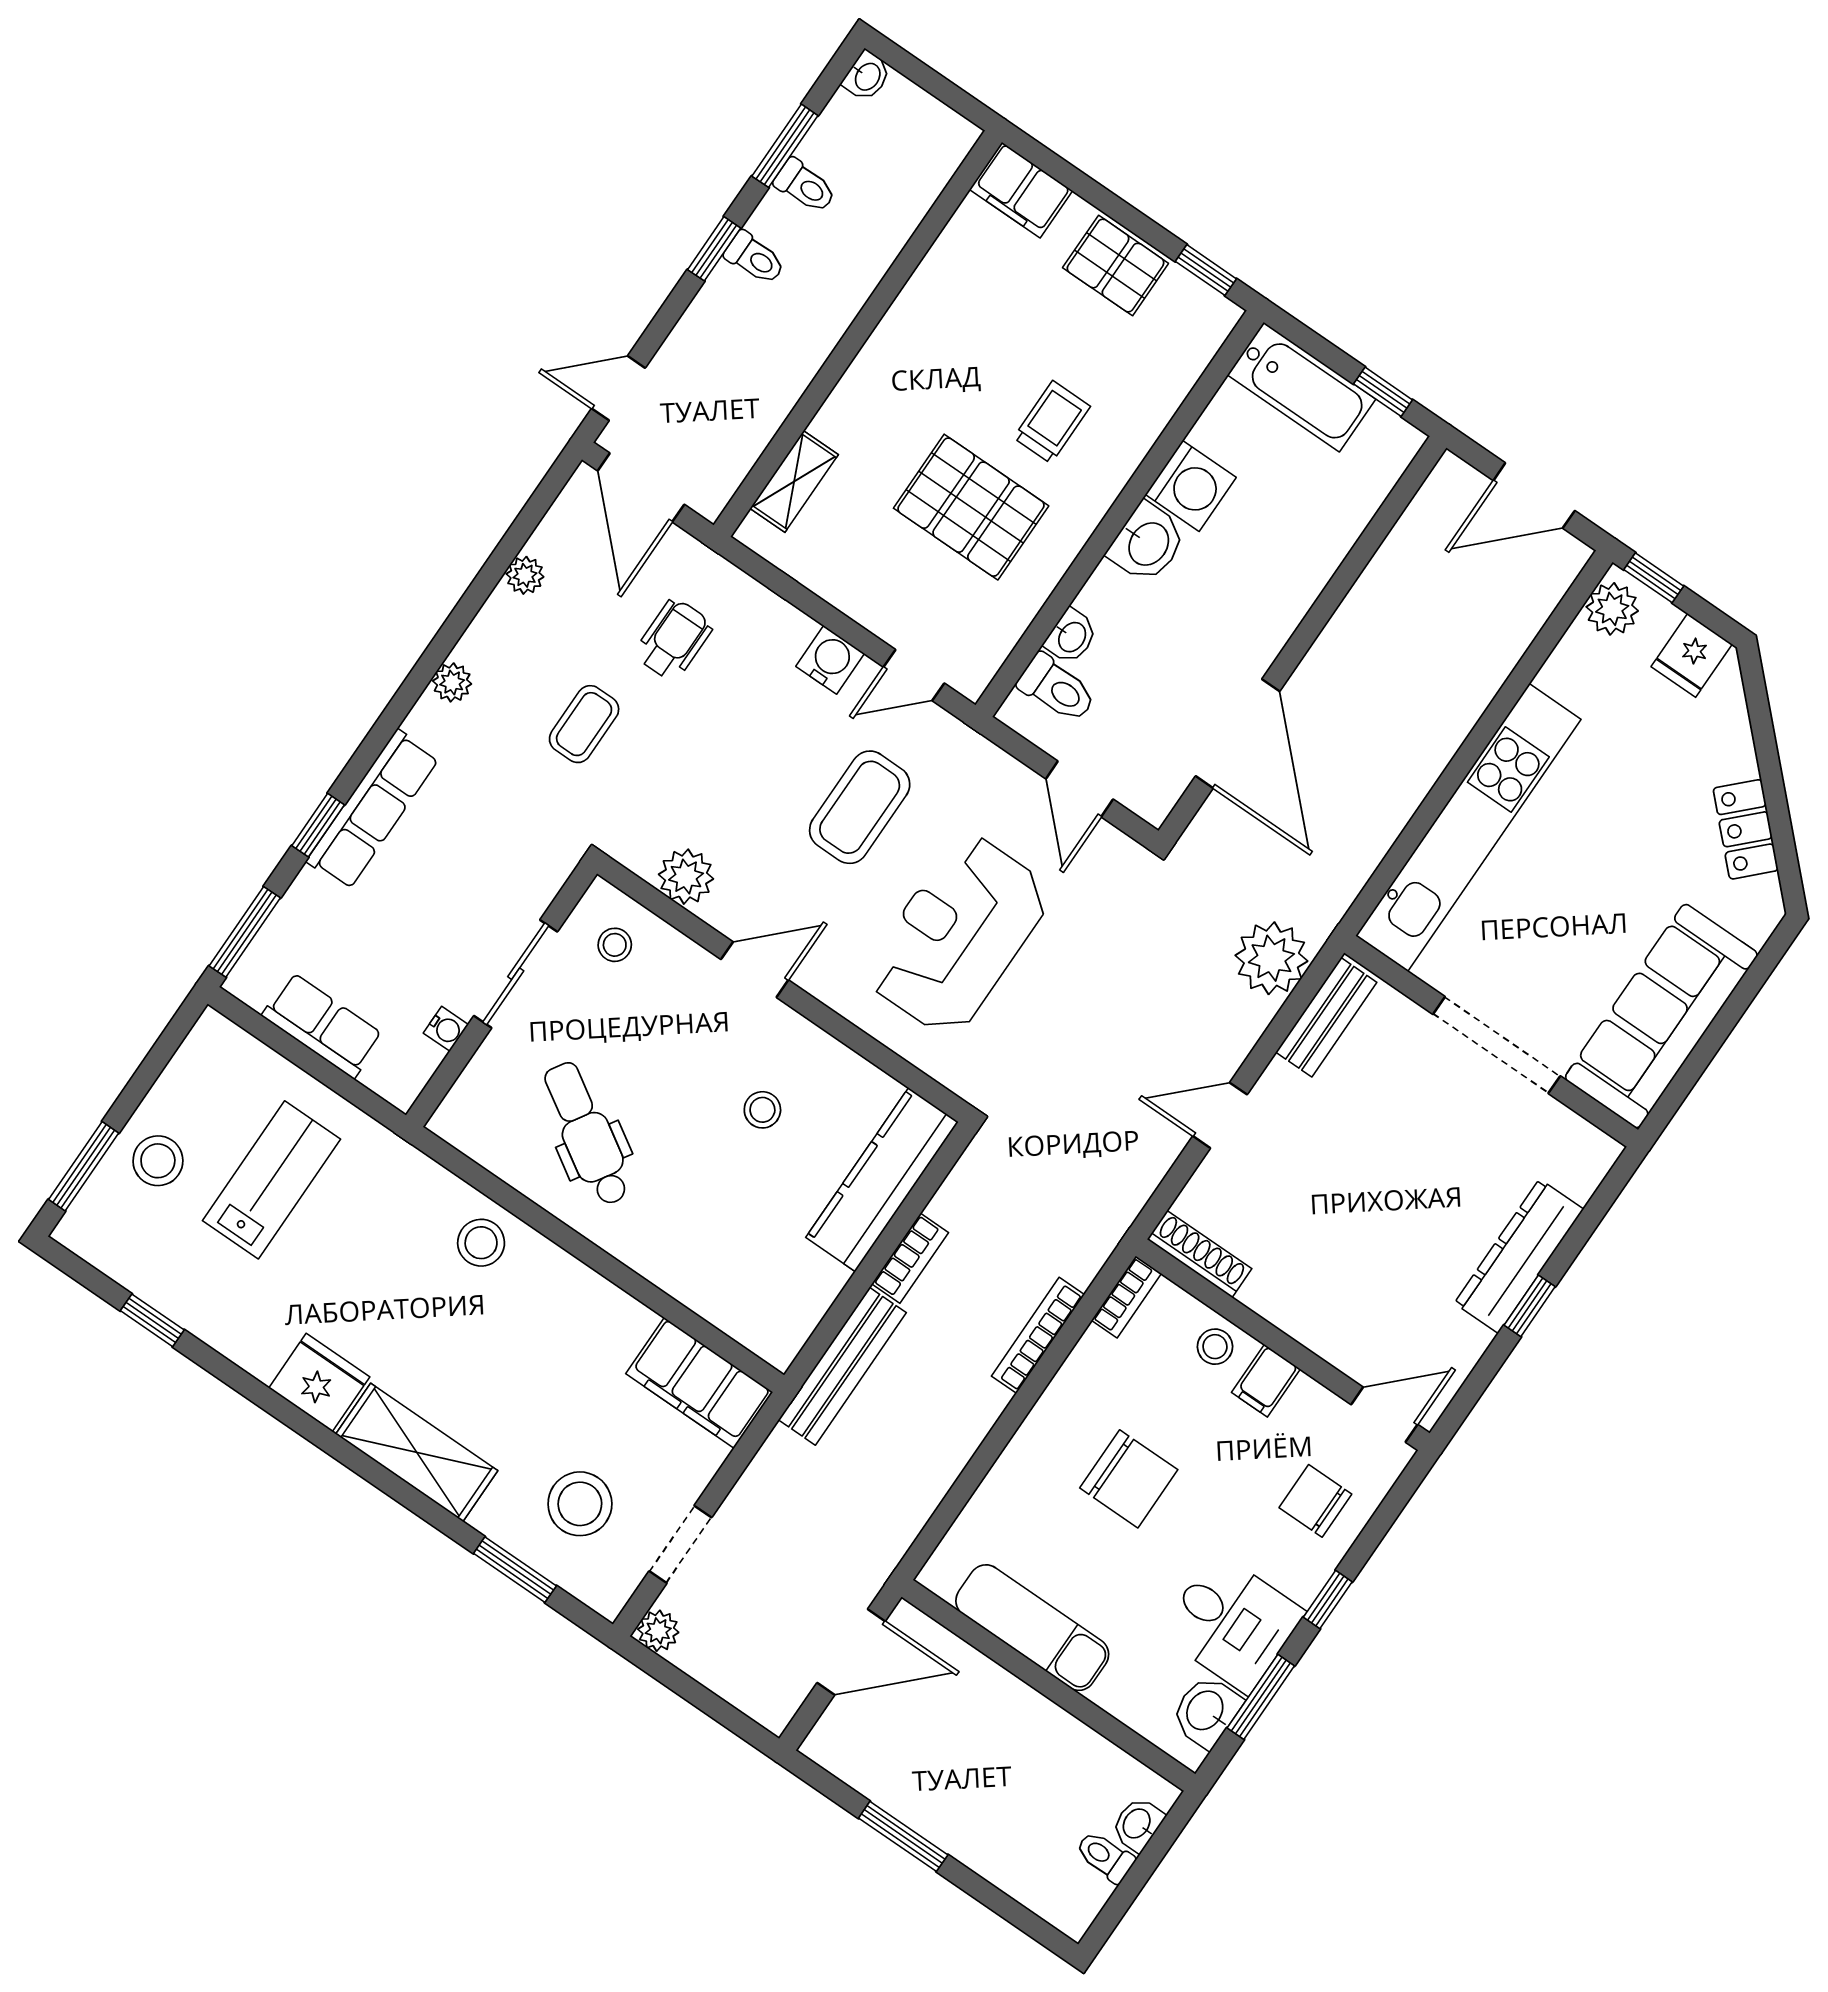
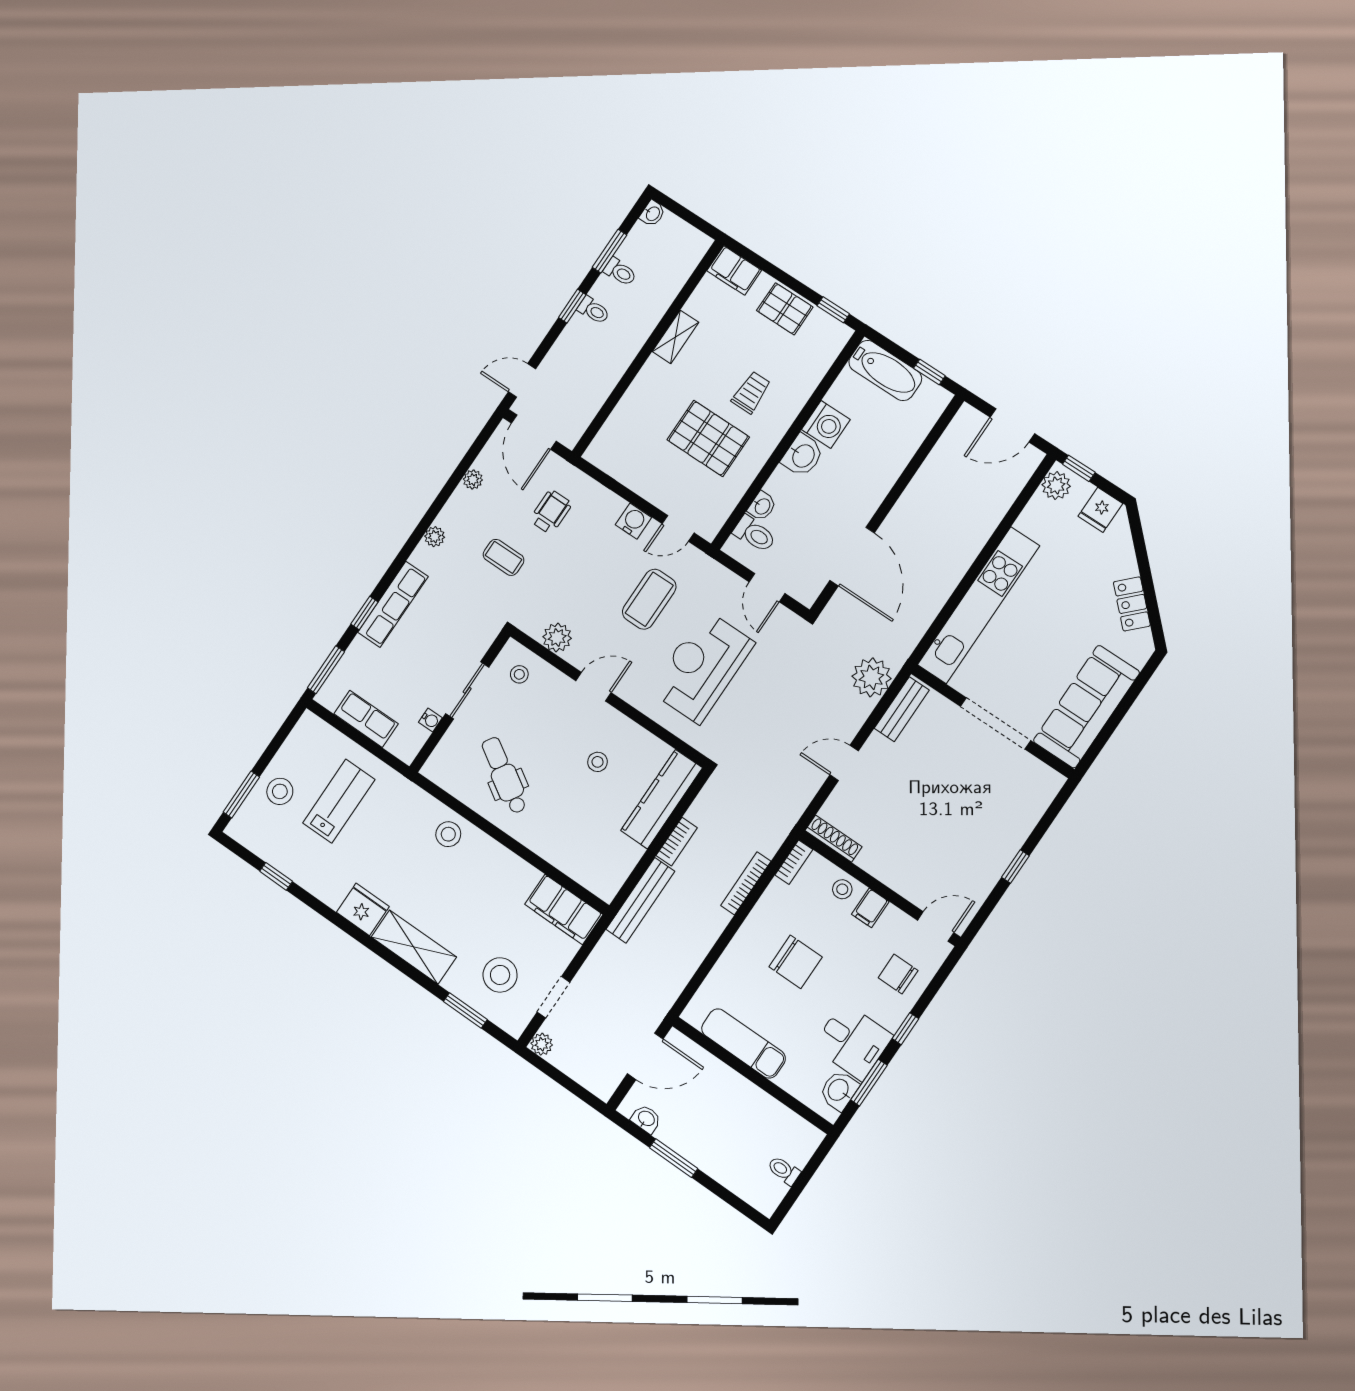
shelving: (794, 482) -> (675, 337), moved
coffee table: (584, 724) -> (504, 557), turned 90
dresser: (1519, 1256) -> (1009, 839), removed
washbasin: (1138, 1824) -> (646, 1119), moved, turned 90

